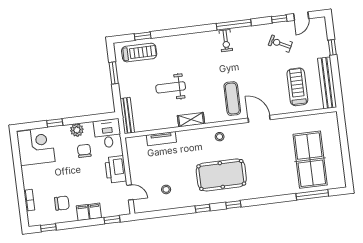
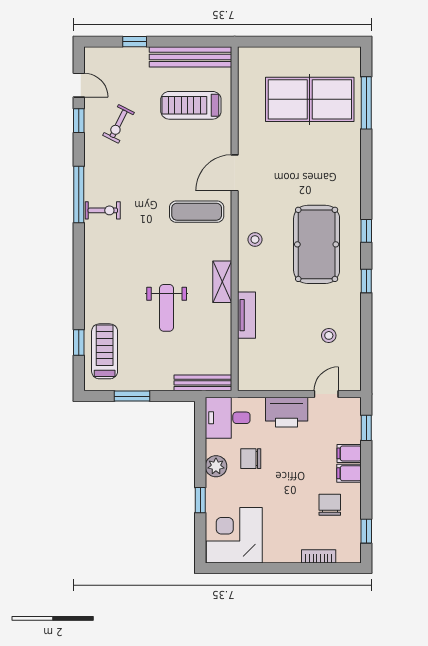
tv unit: (161, 139) -> (247, 315), moved

